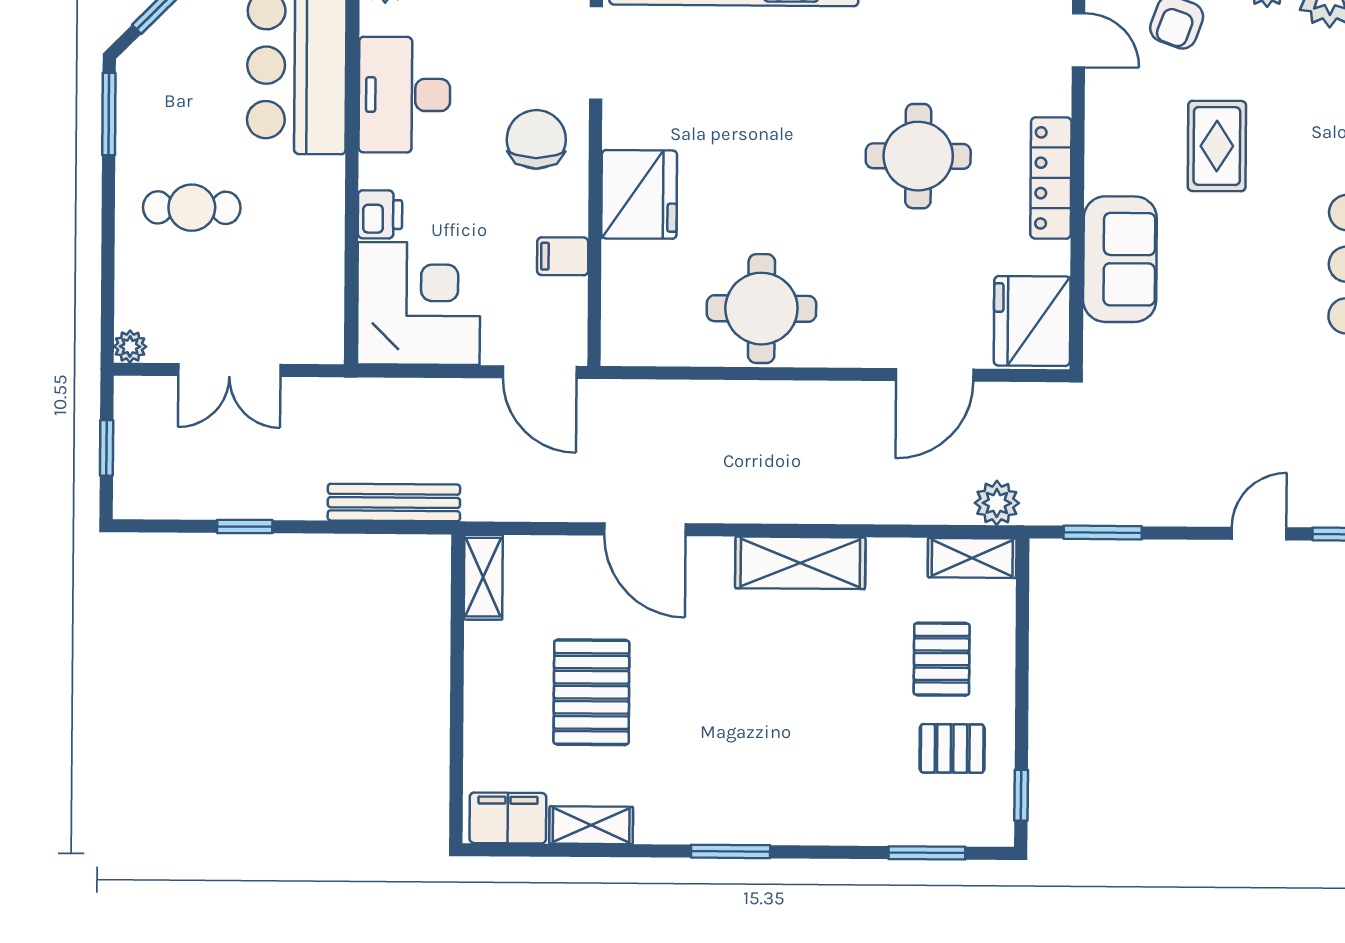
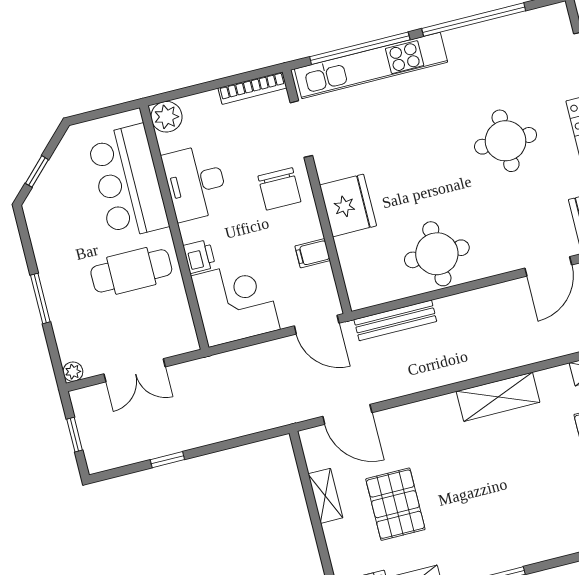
window: (109, 114) -> (40, 298), moved
chair: (536, 139) -> (279, 189), turned 180
cafe table: (192, 208) -> (131, 271), moved, width x1.37, depth x1.35
bench: (394, 503) -> (395, 320), moved
door: (645, 529) -> (347, 414), moved
shelving: (483, 577) -> (325, 496), moved

